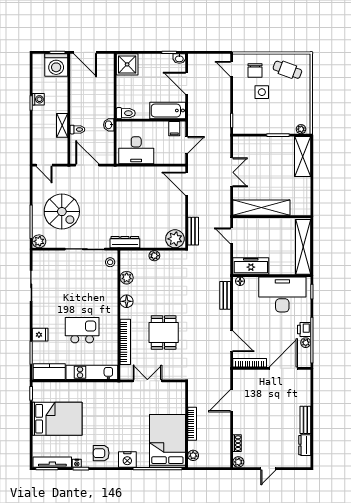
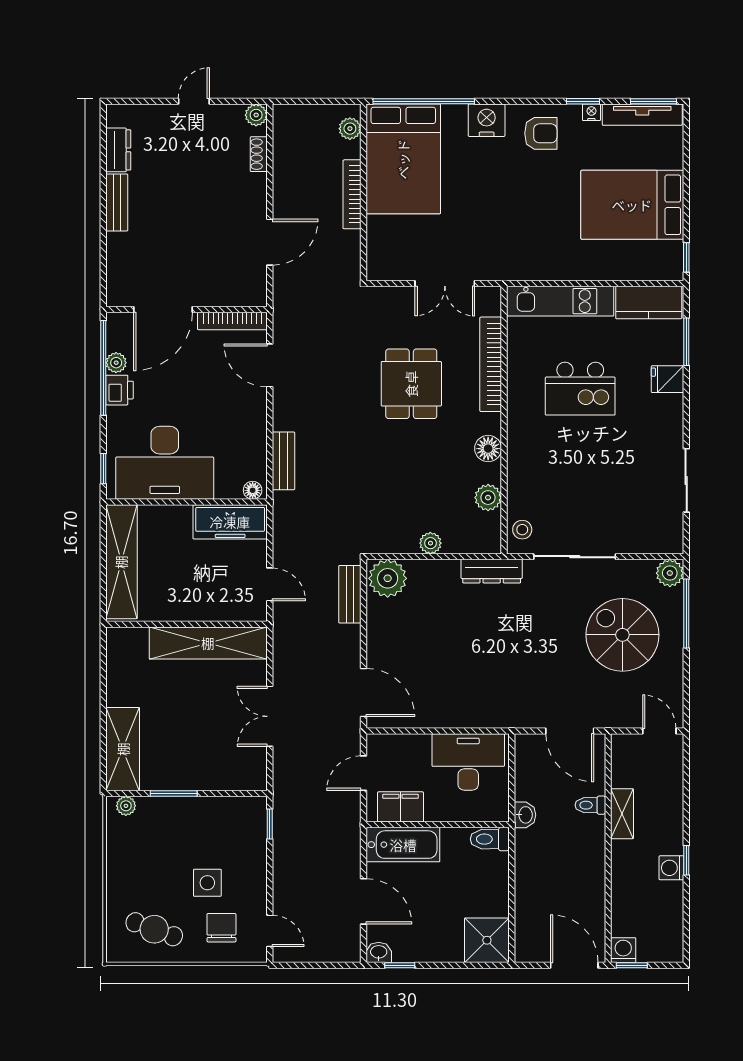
washing machine: (56, 65) -> (623, 950), width x0.53, depth x0.53
filing cabinet: (174, 129) -> (401, 807), width x2.00

